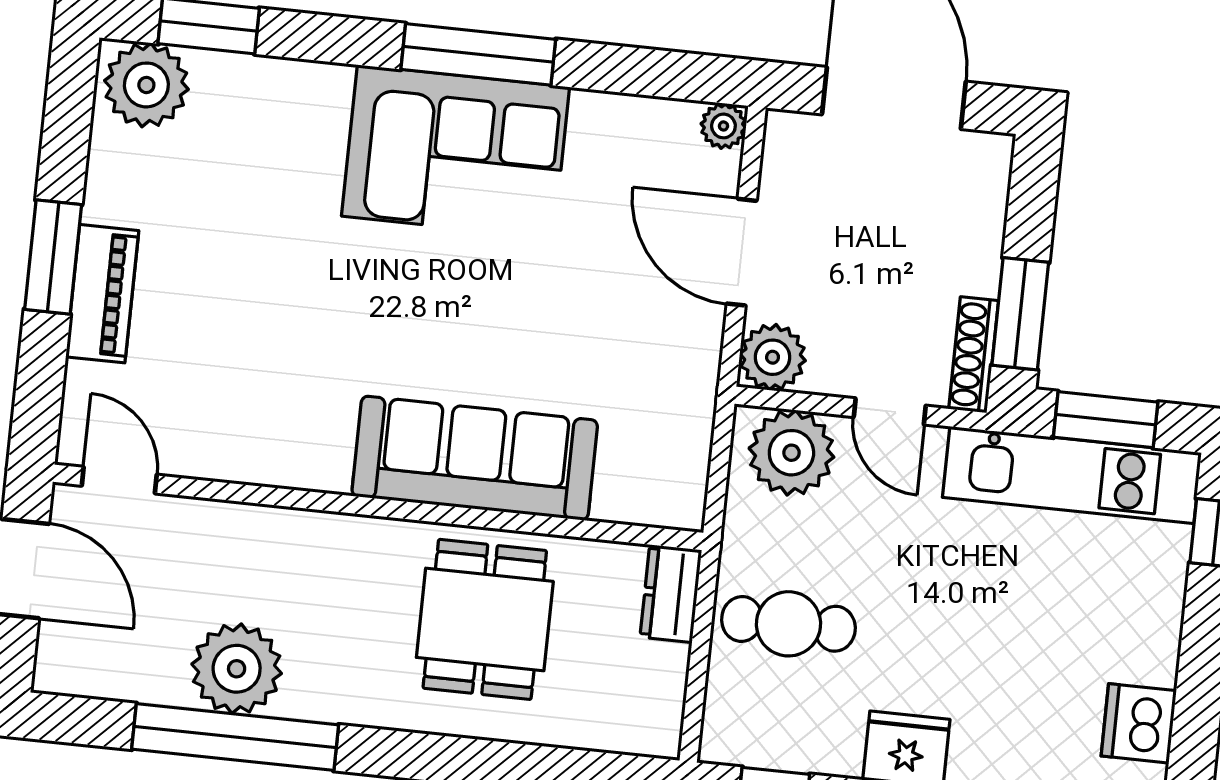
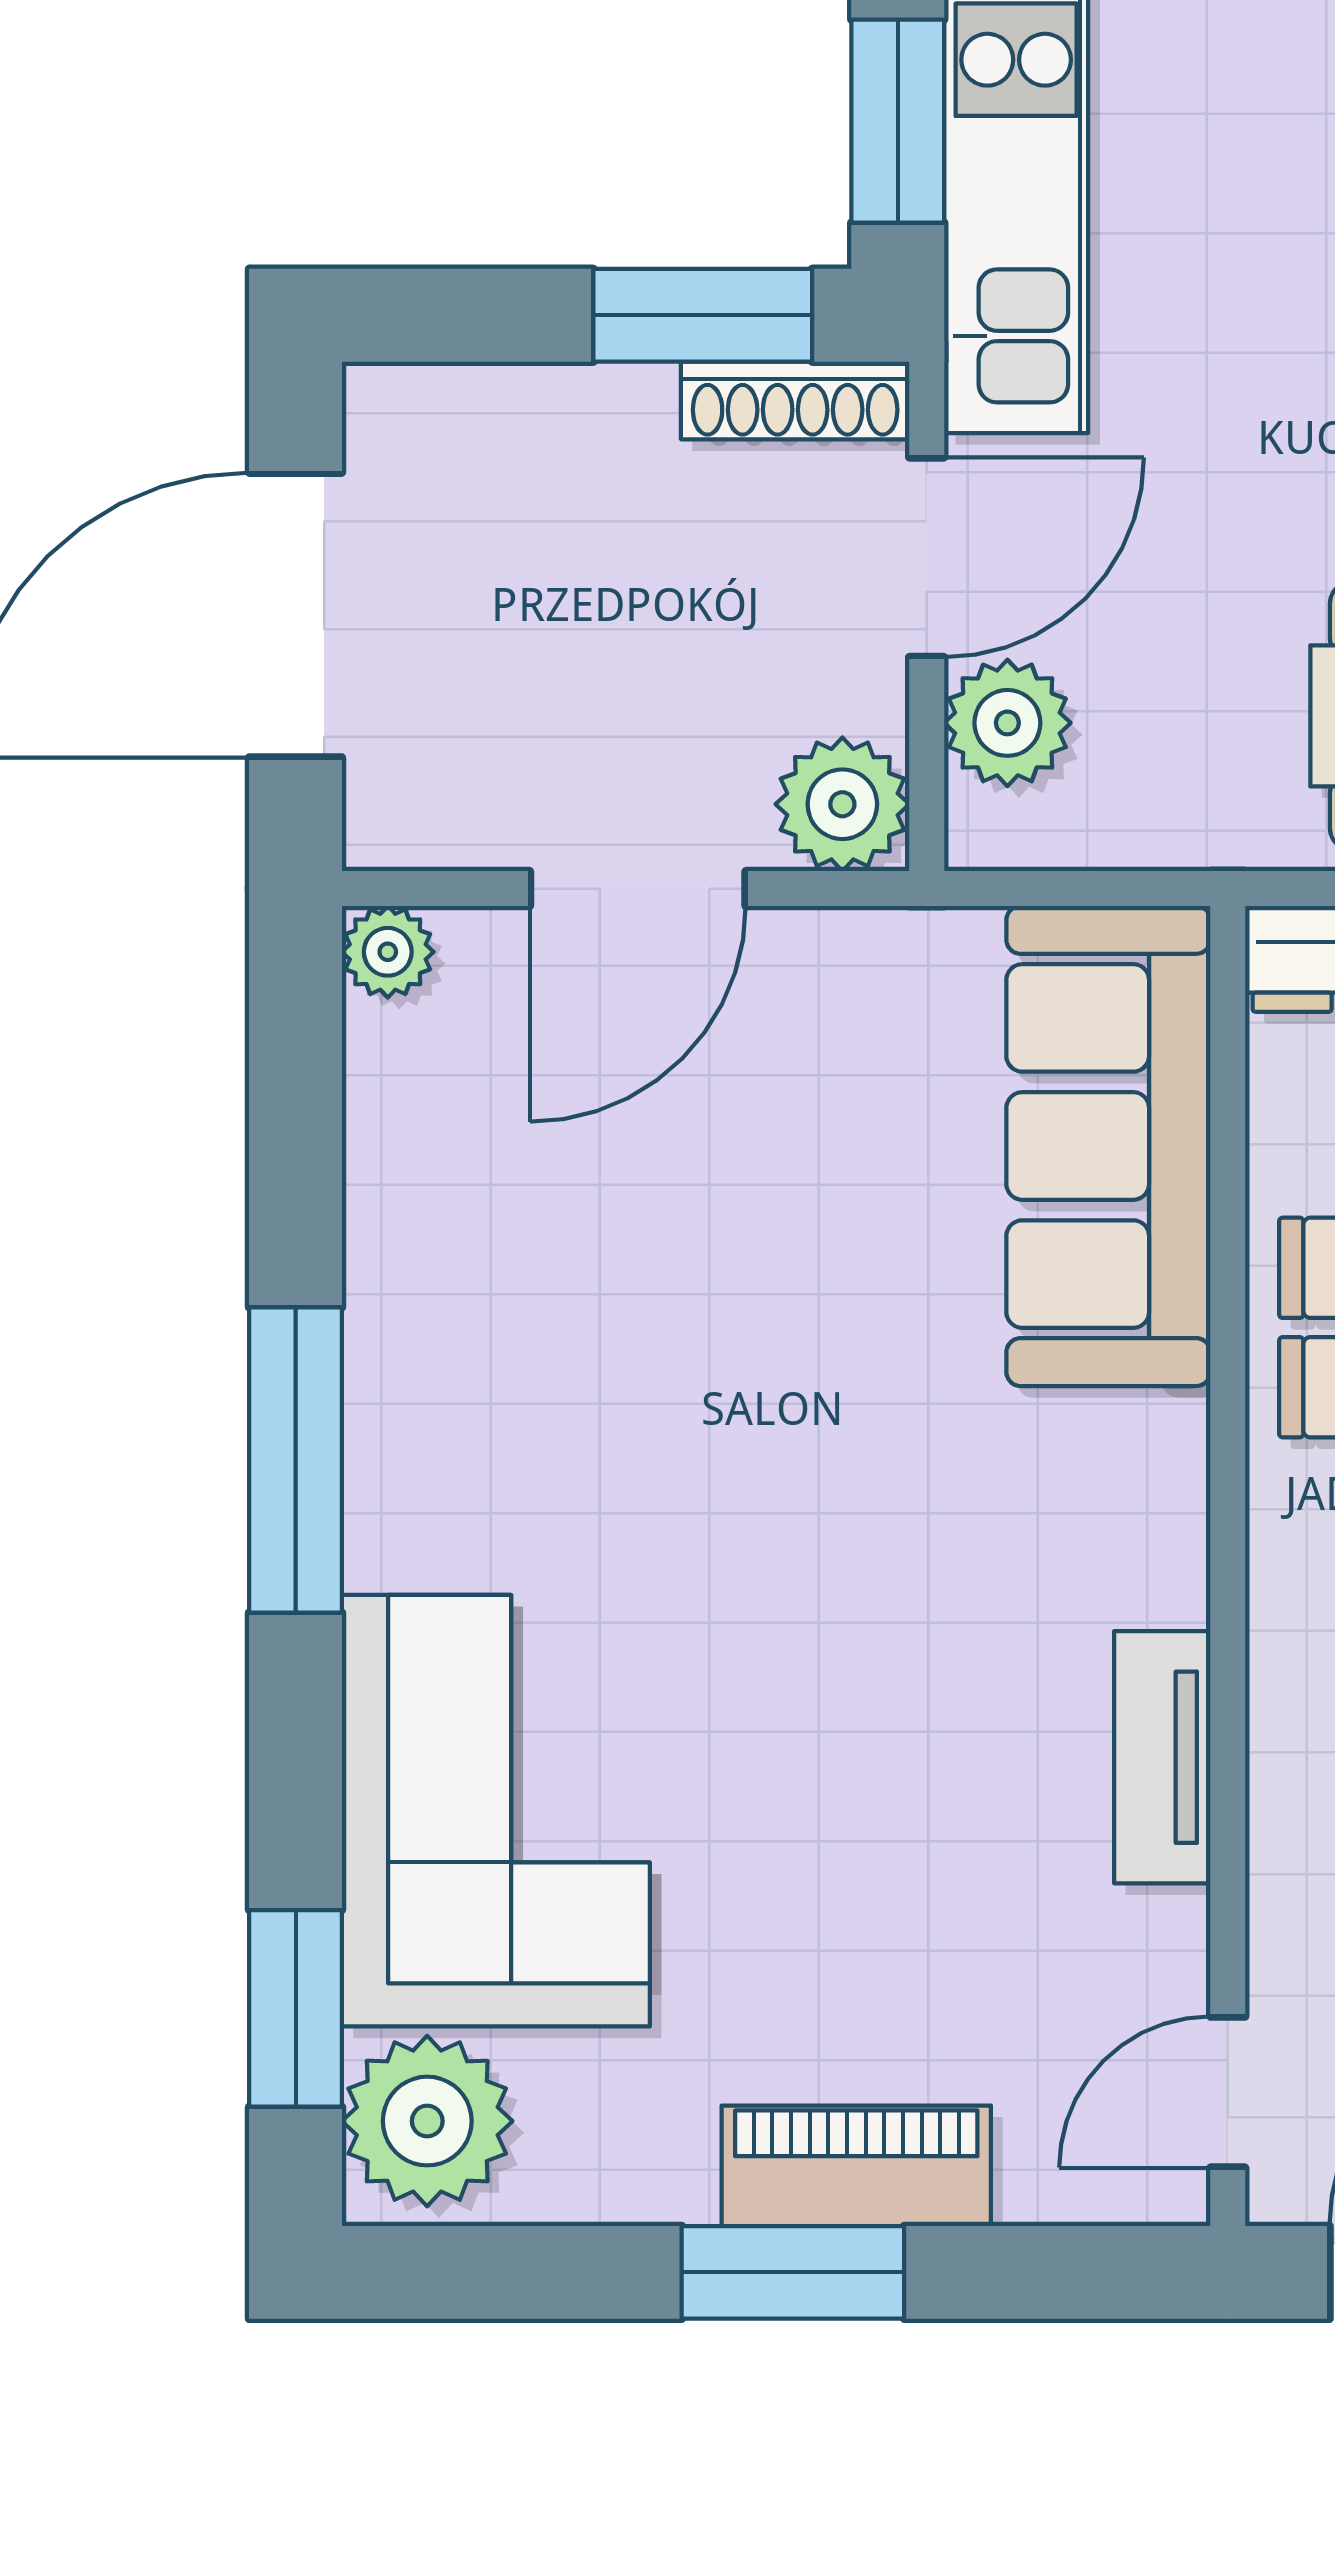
corner sofa: (455, 152) -> (496, 1811), moved
door: (890, 411) -> (927, 557), width x1.38
plant: (791, 453) -> (1007, 723), width x0.73, depth x0.73
sofa: (475, 458) -> (1108, 1146), moved
tv unit: (287, 465) -> (1162, 1757), added

